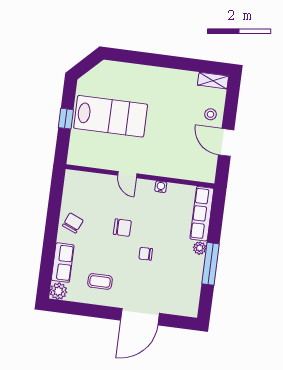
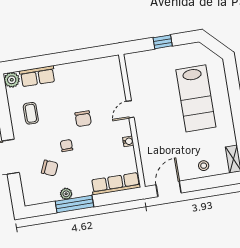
lab bench: (111, 116) -> (196, 98), moved
door: (226, 142) -> (169, 189), moved
chair: (73, 223) -> (50, 168), moved
plant: (200, 248) -> (66, 194), moved

